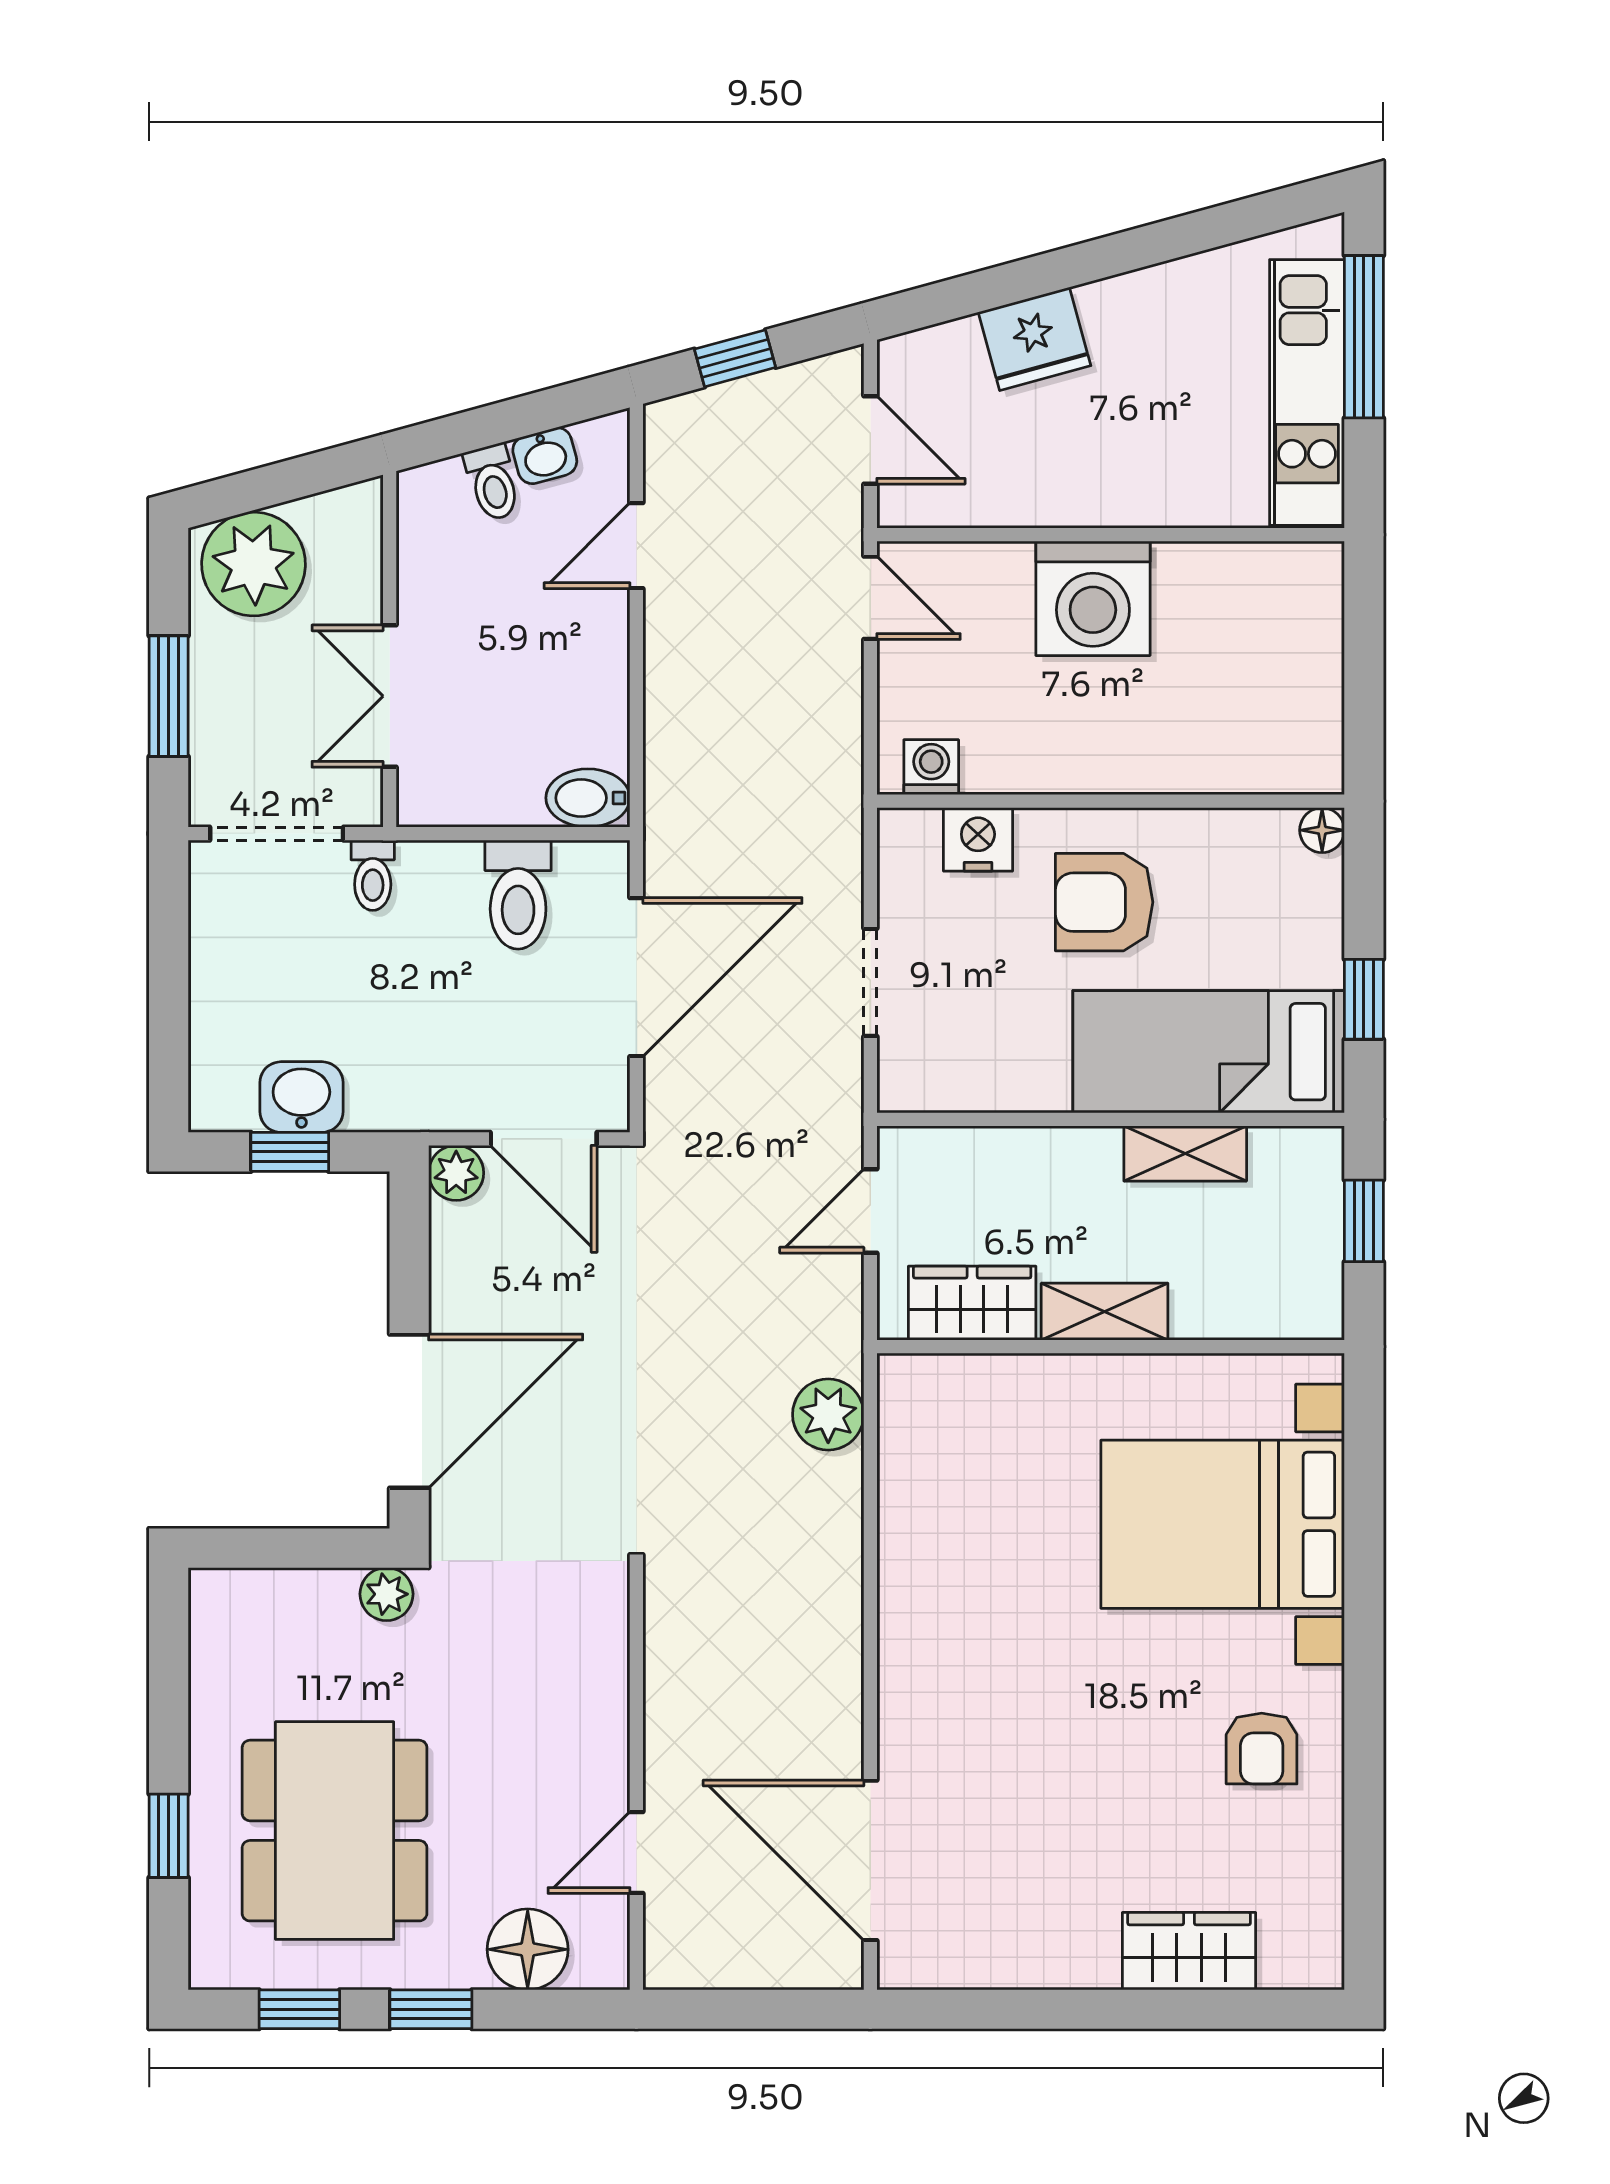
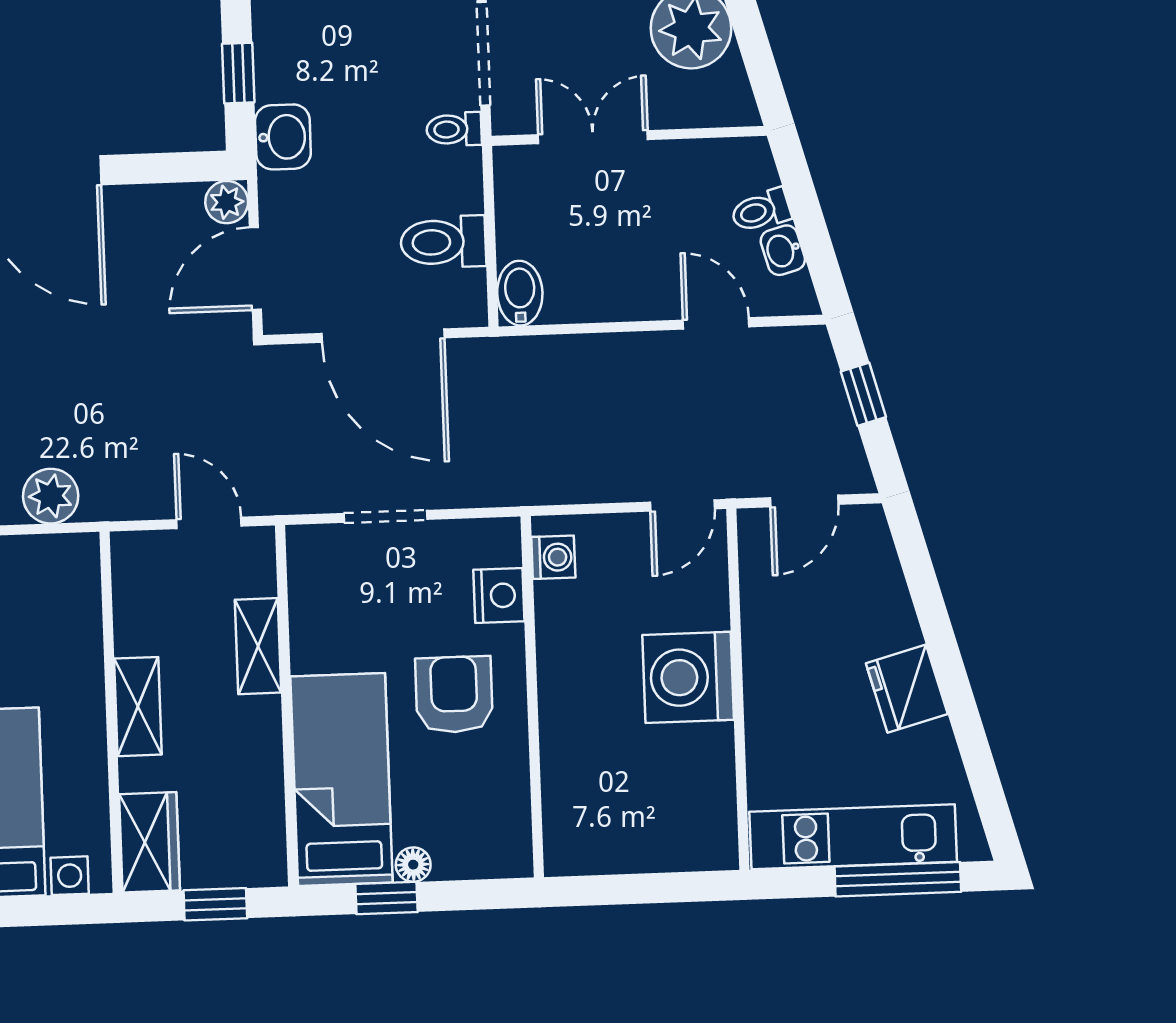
fridge: (1035, 339) -> (907, 689), moved
floor lamp: (1322, 830) -> (413, 865), moved
washbasin: (301, 1097) -> (283, 137), moved
shelving: (1185, 1153) -> (258, 646), moved
wardrobe: (972, 1303) -> (149, 842), moved

